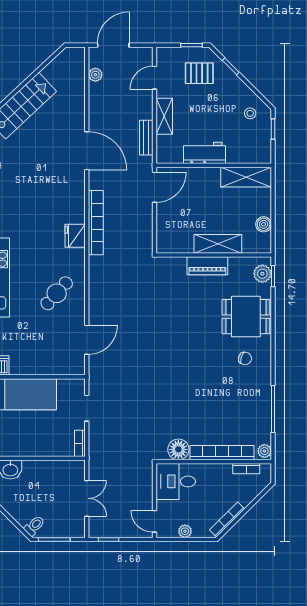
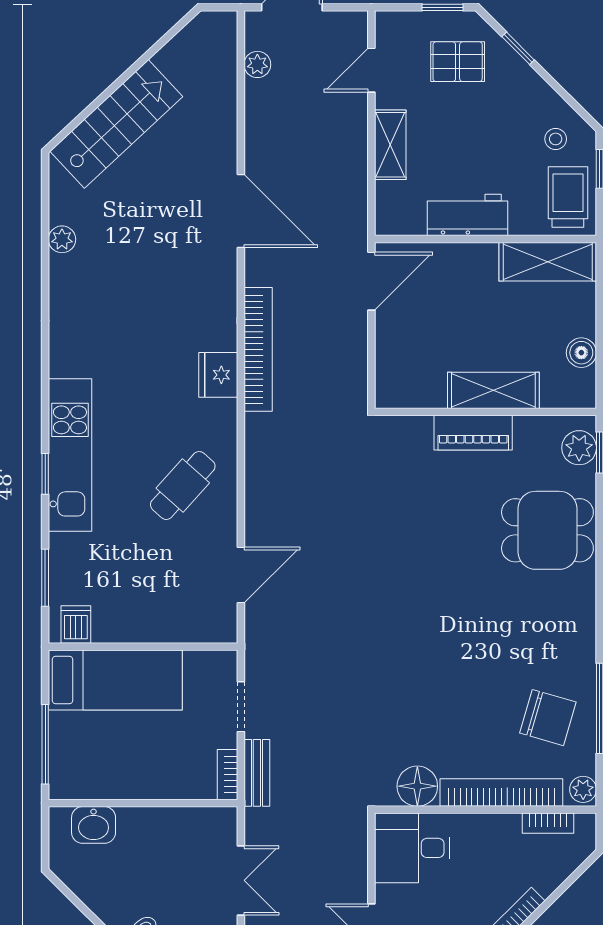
bench: (146, 138) -> (257, 773), moved
trolley: (257, 144) -> (568, 197), added
chair: (245, 358) -> (548, 718), moved, width x1.87, depth x1.87

